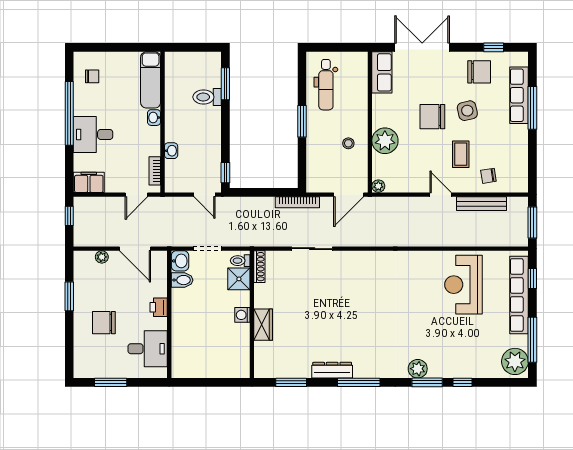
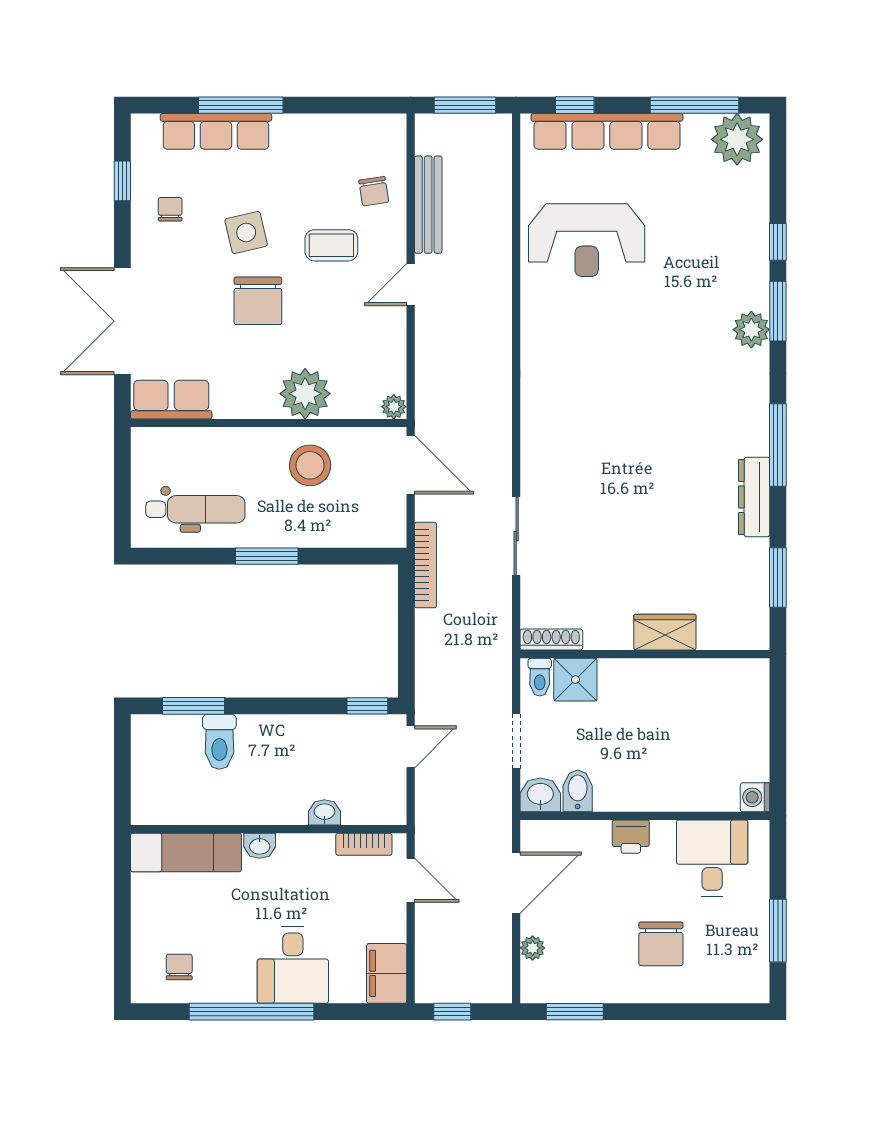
chair: (479, 72) -> (170, 209), width x0.54, depth x0.54
stool: (348, 143) -> (310, 465), width x1.89, depth x1.89
window: (69, 296) -> (575, 1012), moved
washing machine: (242, 315) -> (755, 797), moved, turned 90

